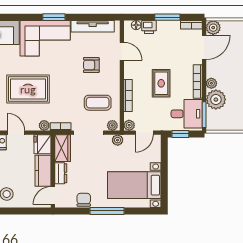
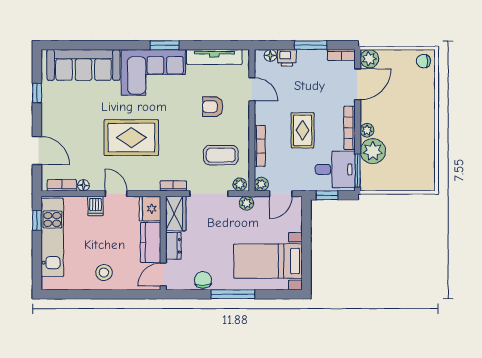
plant: (44, 125) -> (152, 184), removed

